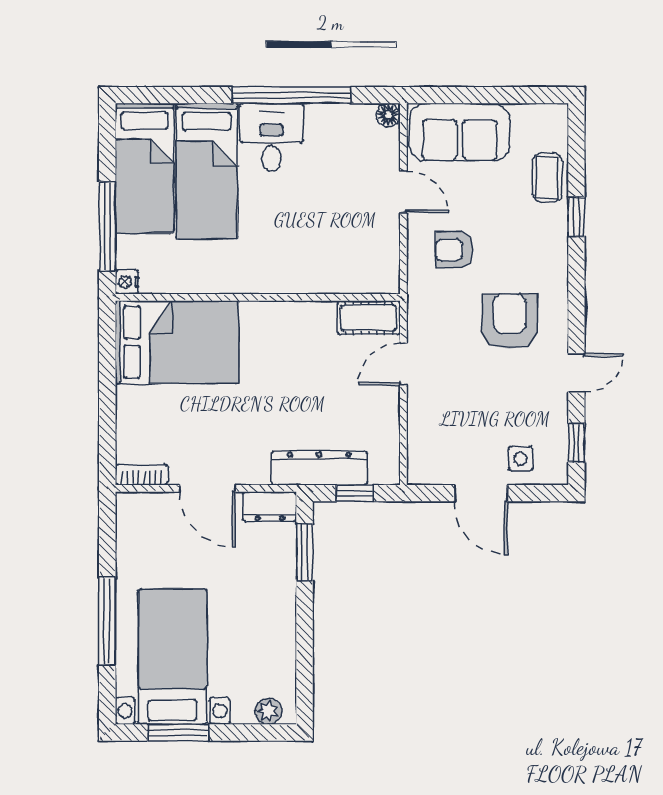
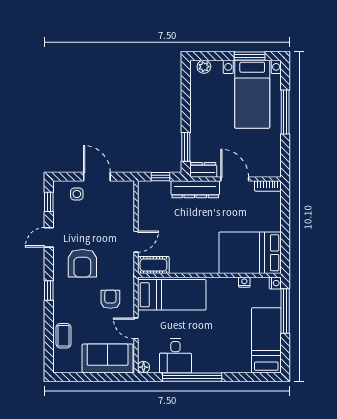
desk: (272, 137) -> (175, 356), moved
bed: (207, 171) -> (172, 295), moved, turned 90
window: (576, 217) -> (49, 290), moved
armchair: (454, 250) -> (110, 299), turned -90
nightstand: (188, 284) -> (244, 282), added
dresser: (319, 468) -> (195, 189), moved

